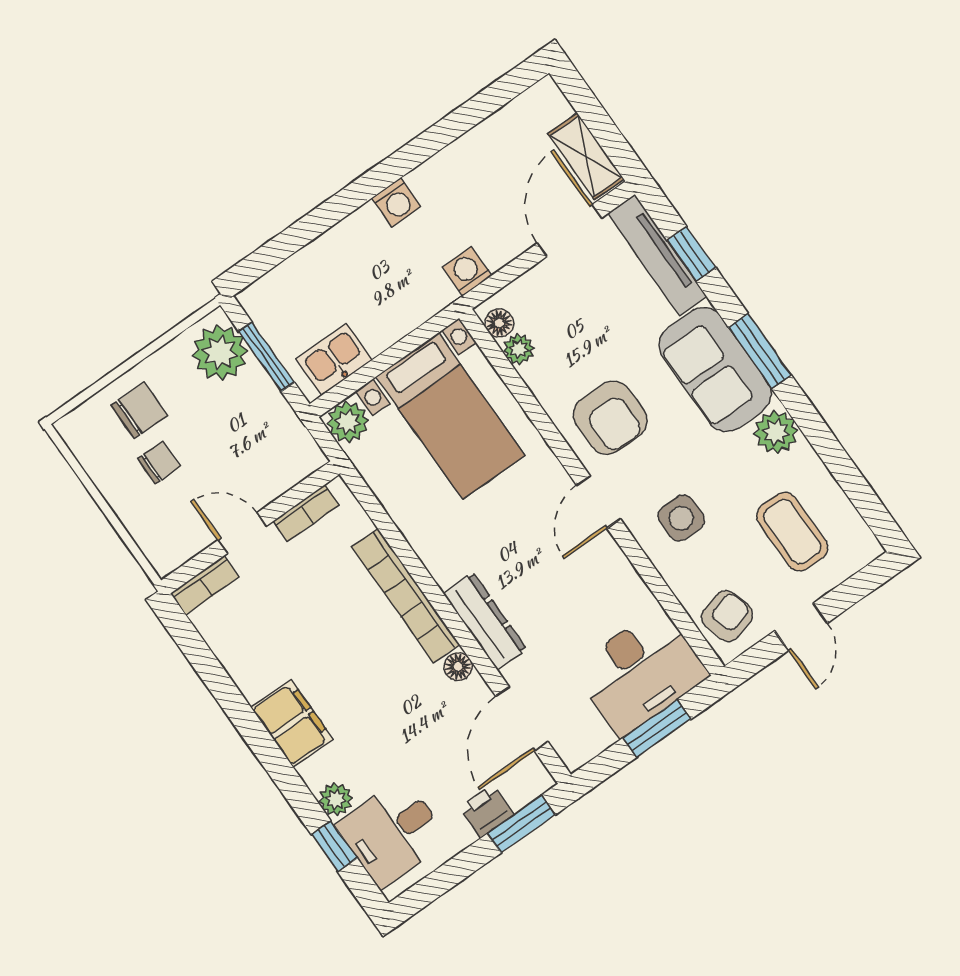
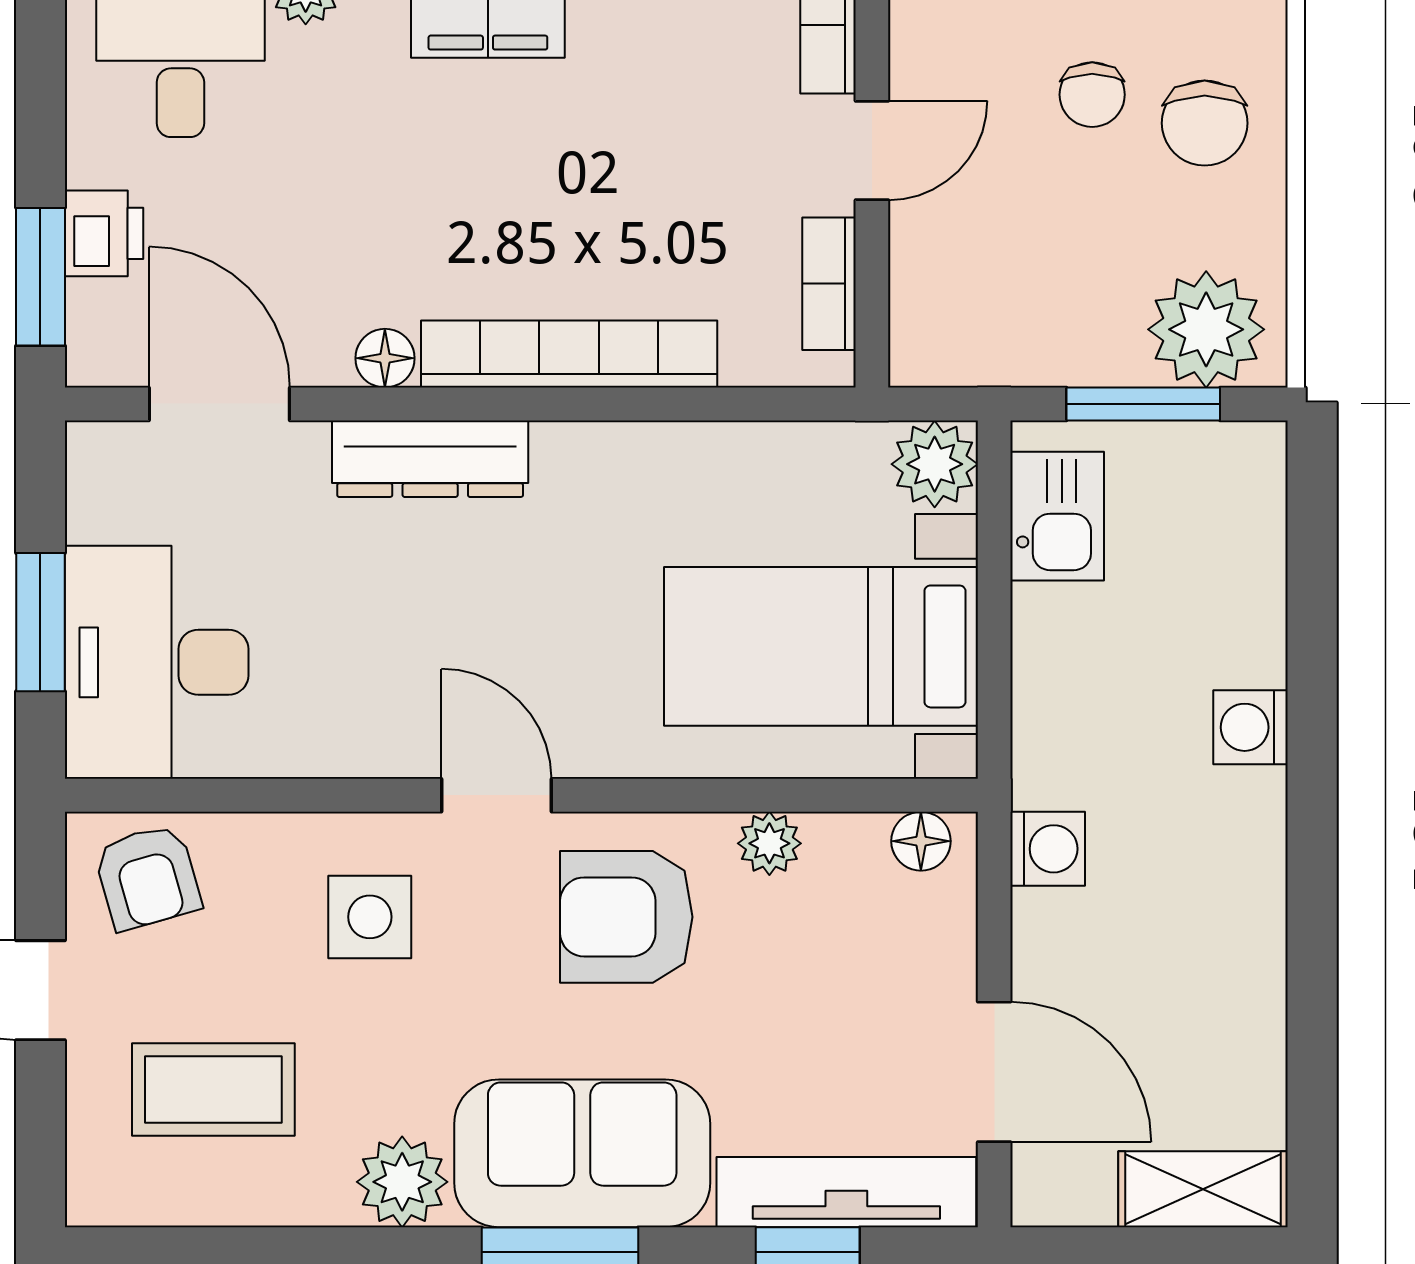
shelving: (586, 156) -> (1203, 1189), moved
washing machine: (396, 202) -> (1251, 727), moved
plant: (519, 349) -> (769, 843), moved

